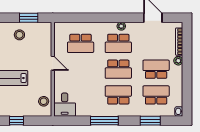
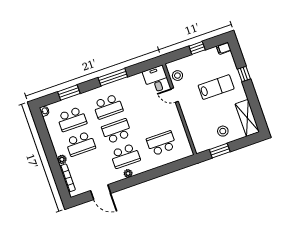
school desk: (118, 43) -> (125, 156), turned 180
door: (53, 63) -> (175, 95), moved

